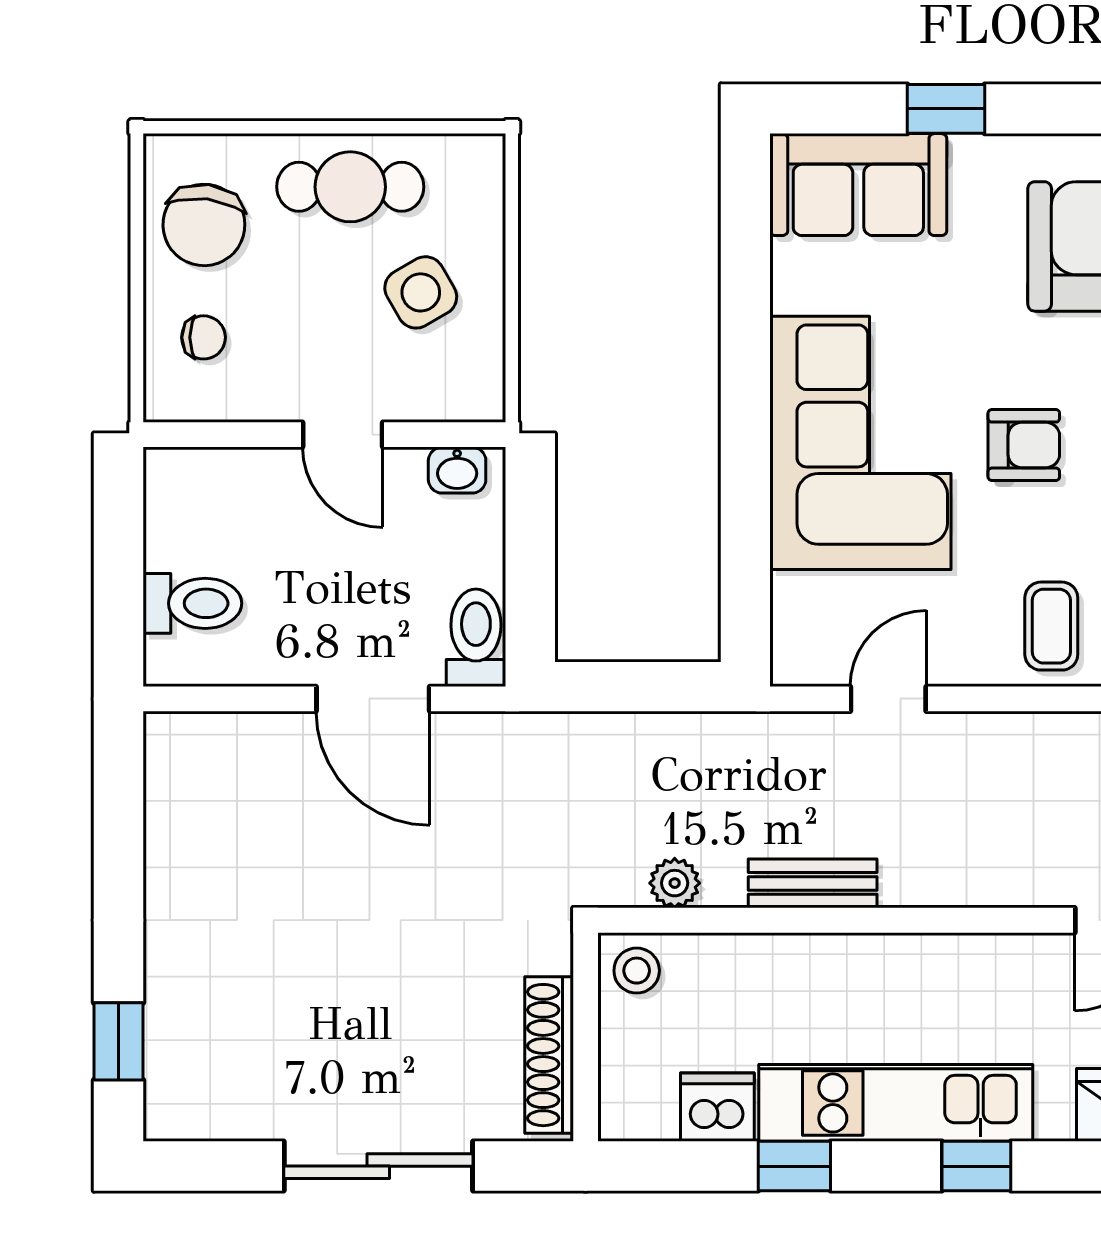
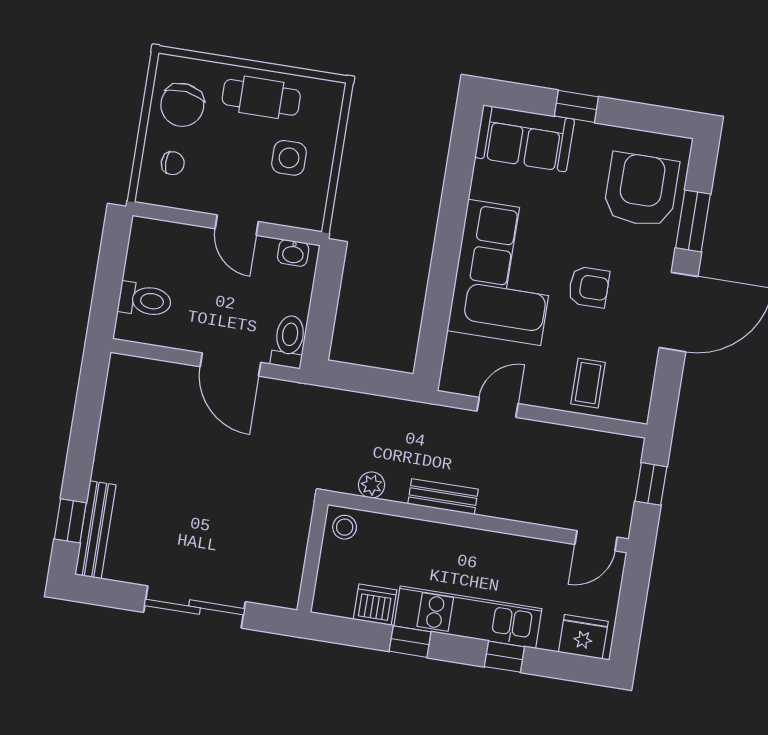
side table: (421, 292) -> (289, 158), turned 30
bench: (168, 1051) -> (95, 530), added
shoe rack: (549, 1055) -> (292, 564), removed

